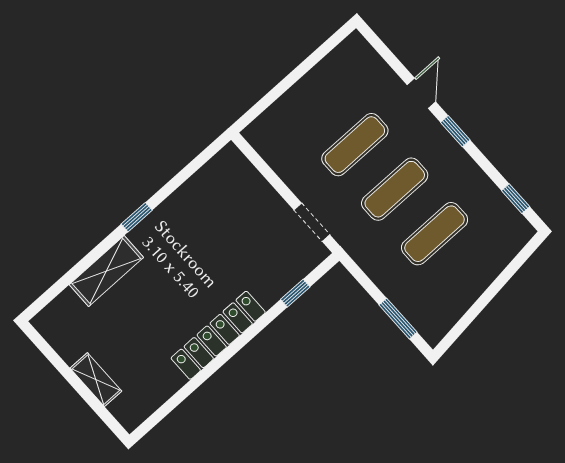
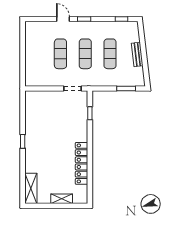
shelving: (106, 271) -> (31, 188), moved
bench: (477, 284) -> (137, 54), added
locker: (218, 335) -> (82, 163), moved

